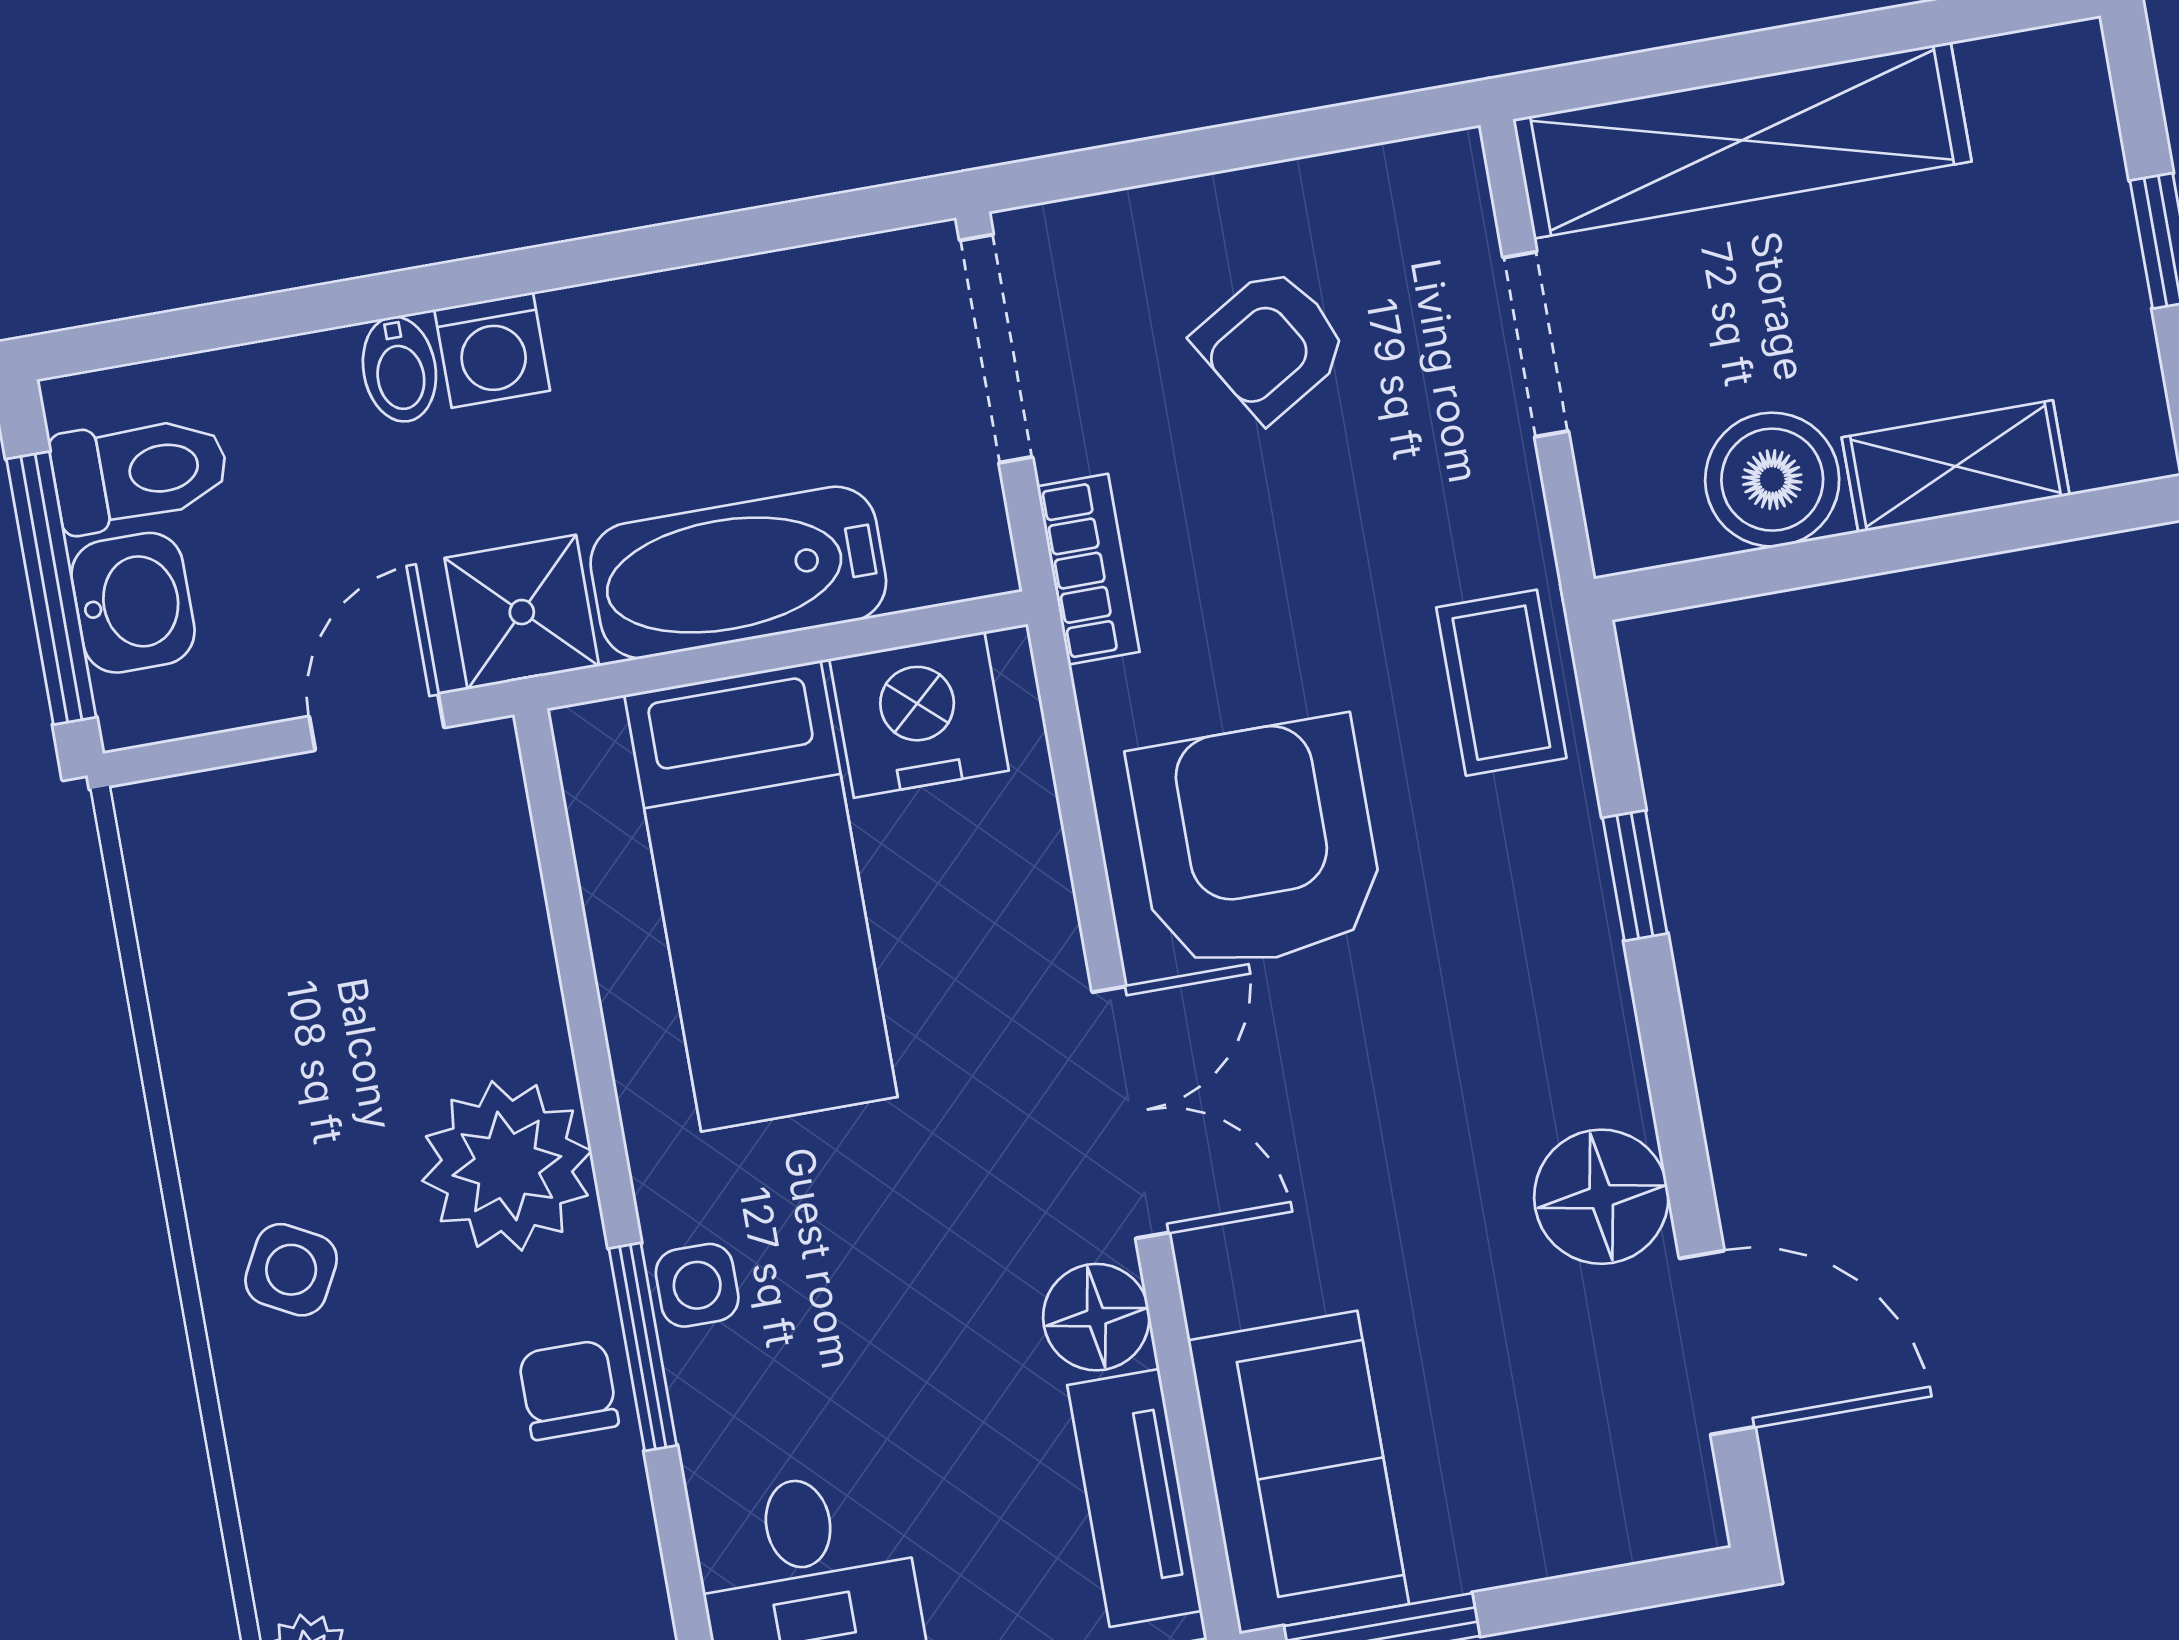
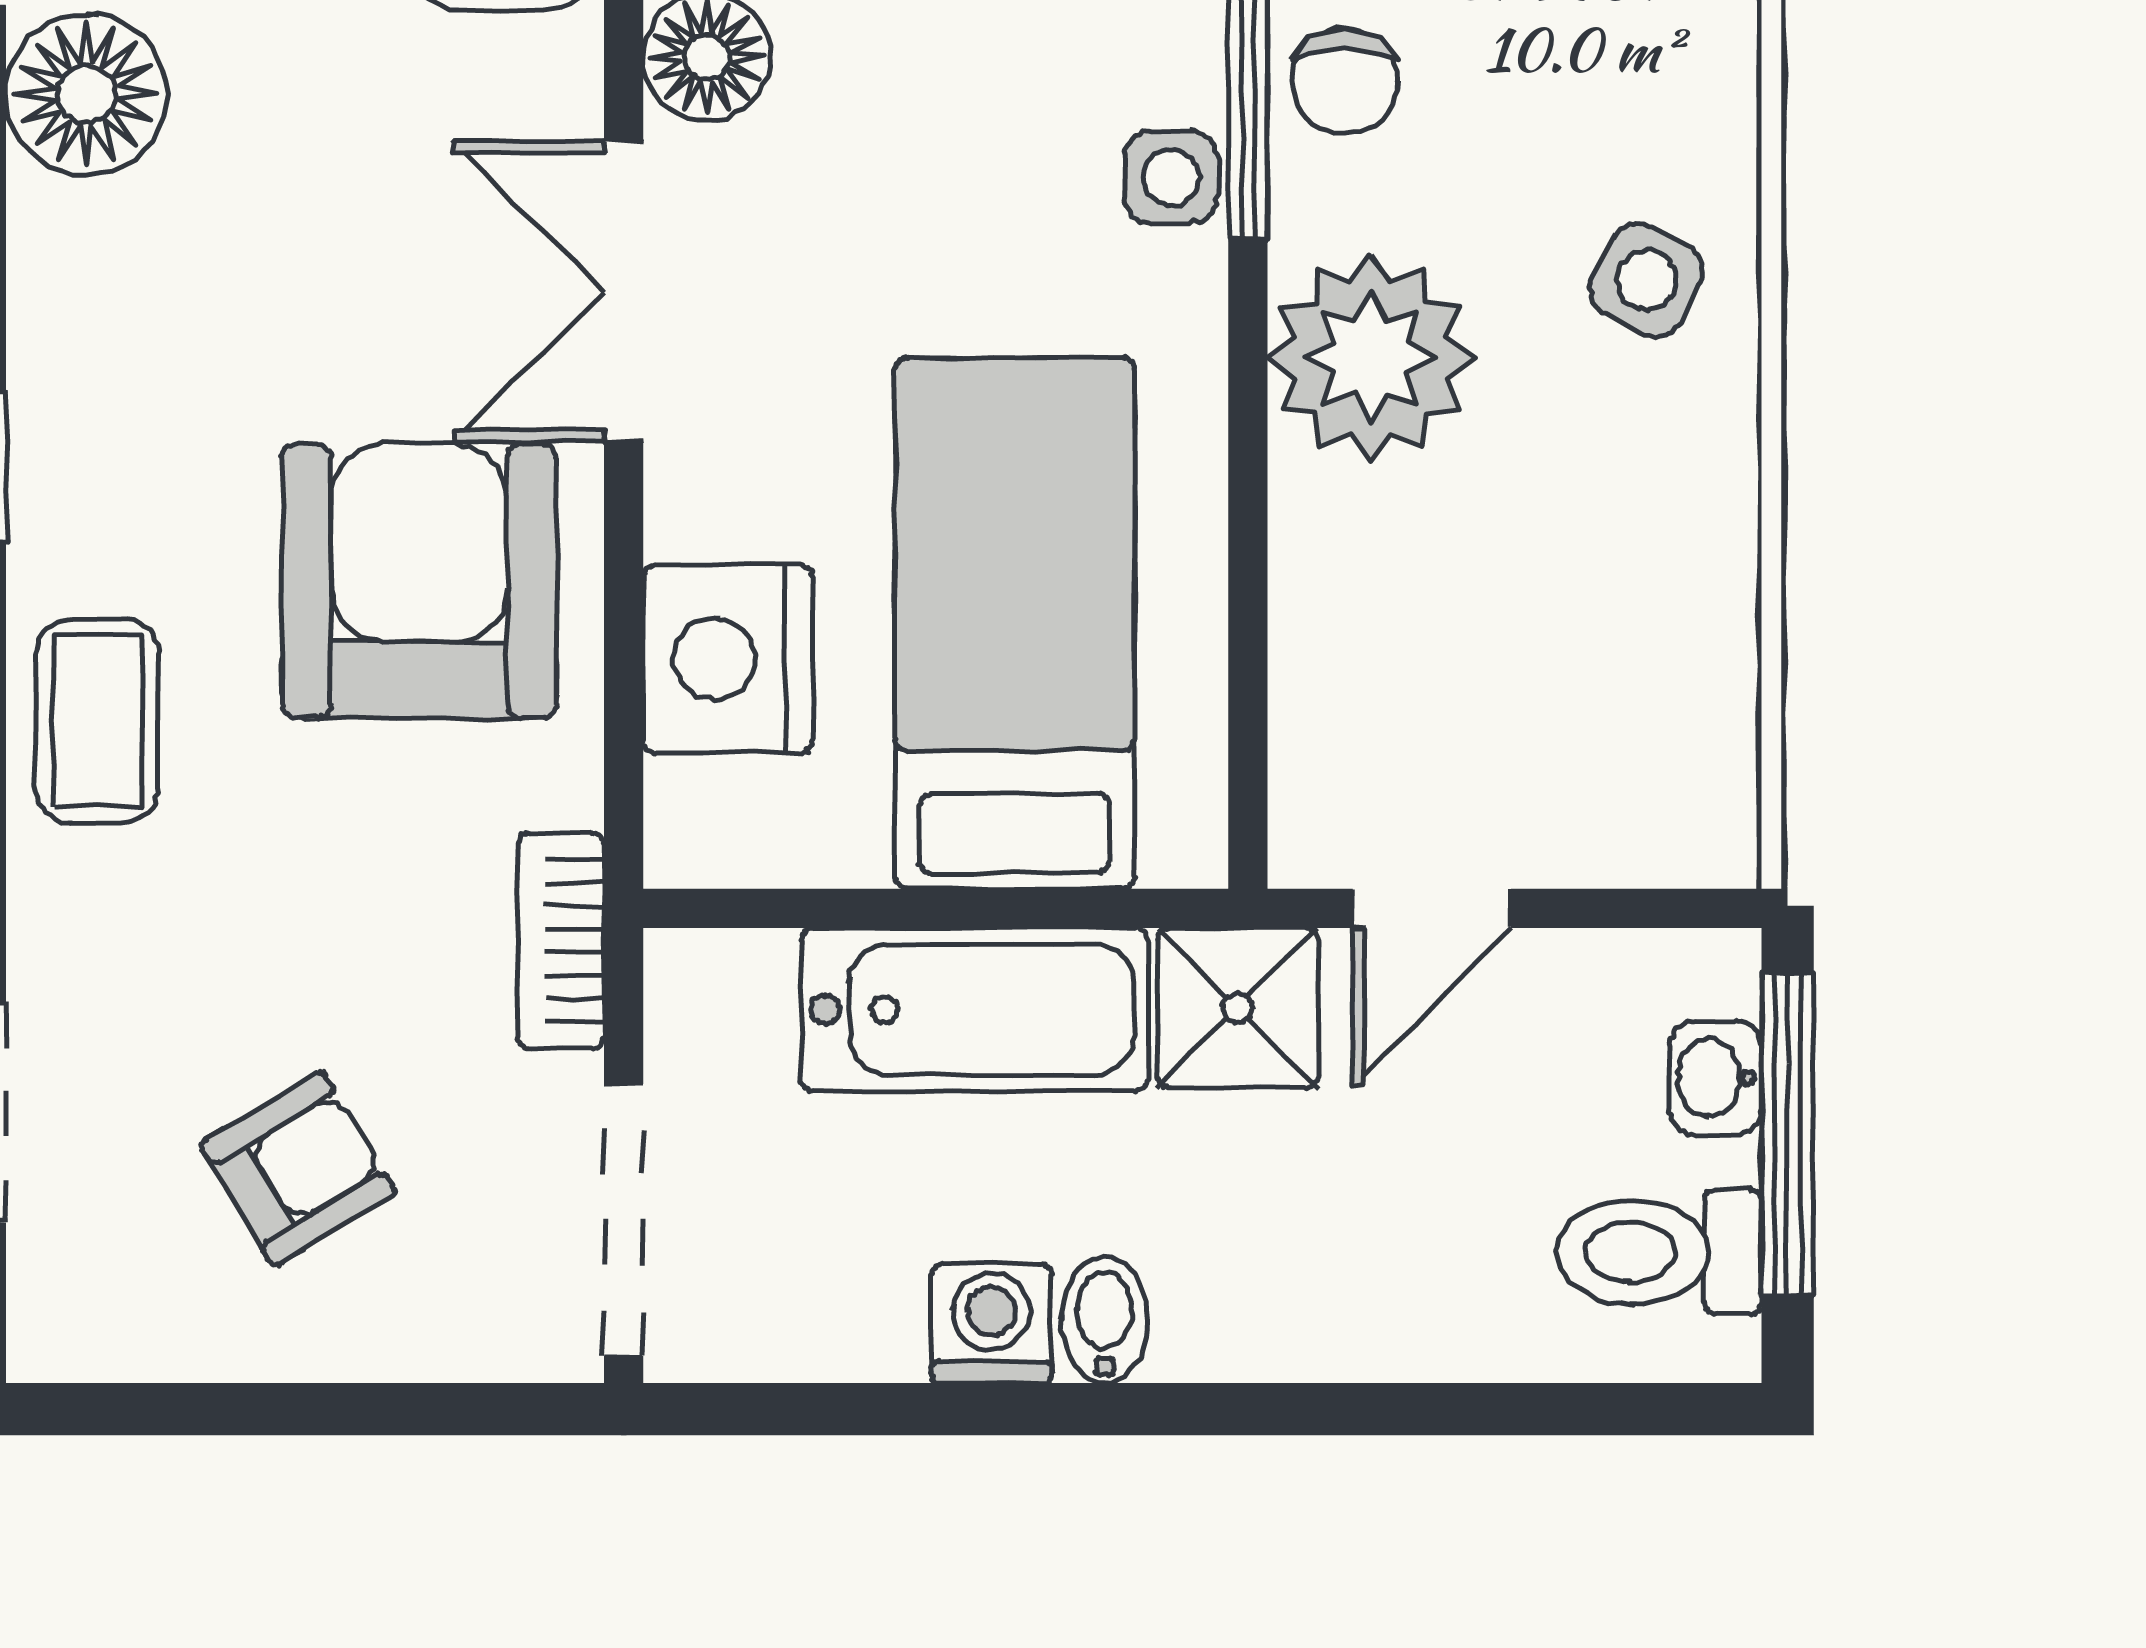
washing machine: (492, 350) -> (991, 1323), moved
bidet: (399, 369) -> (1105, 1320), moved
washbasin: (133, 603) -> (1715, 1078), width x0.72, depth x0.69
nightstand: (919, 715) -> (728, 659), moved, turned 90
armchair: (1257, 844) -> (419, 581), turned 180

